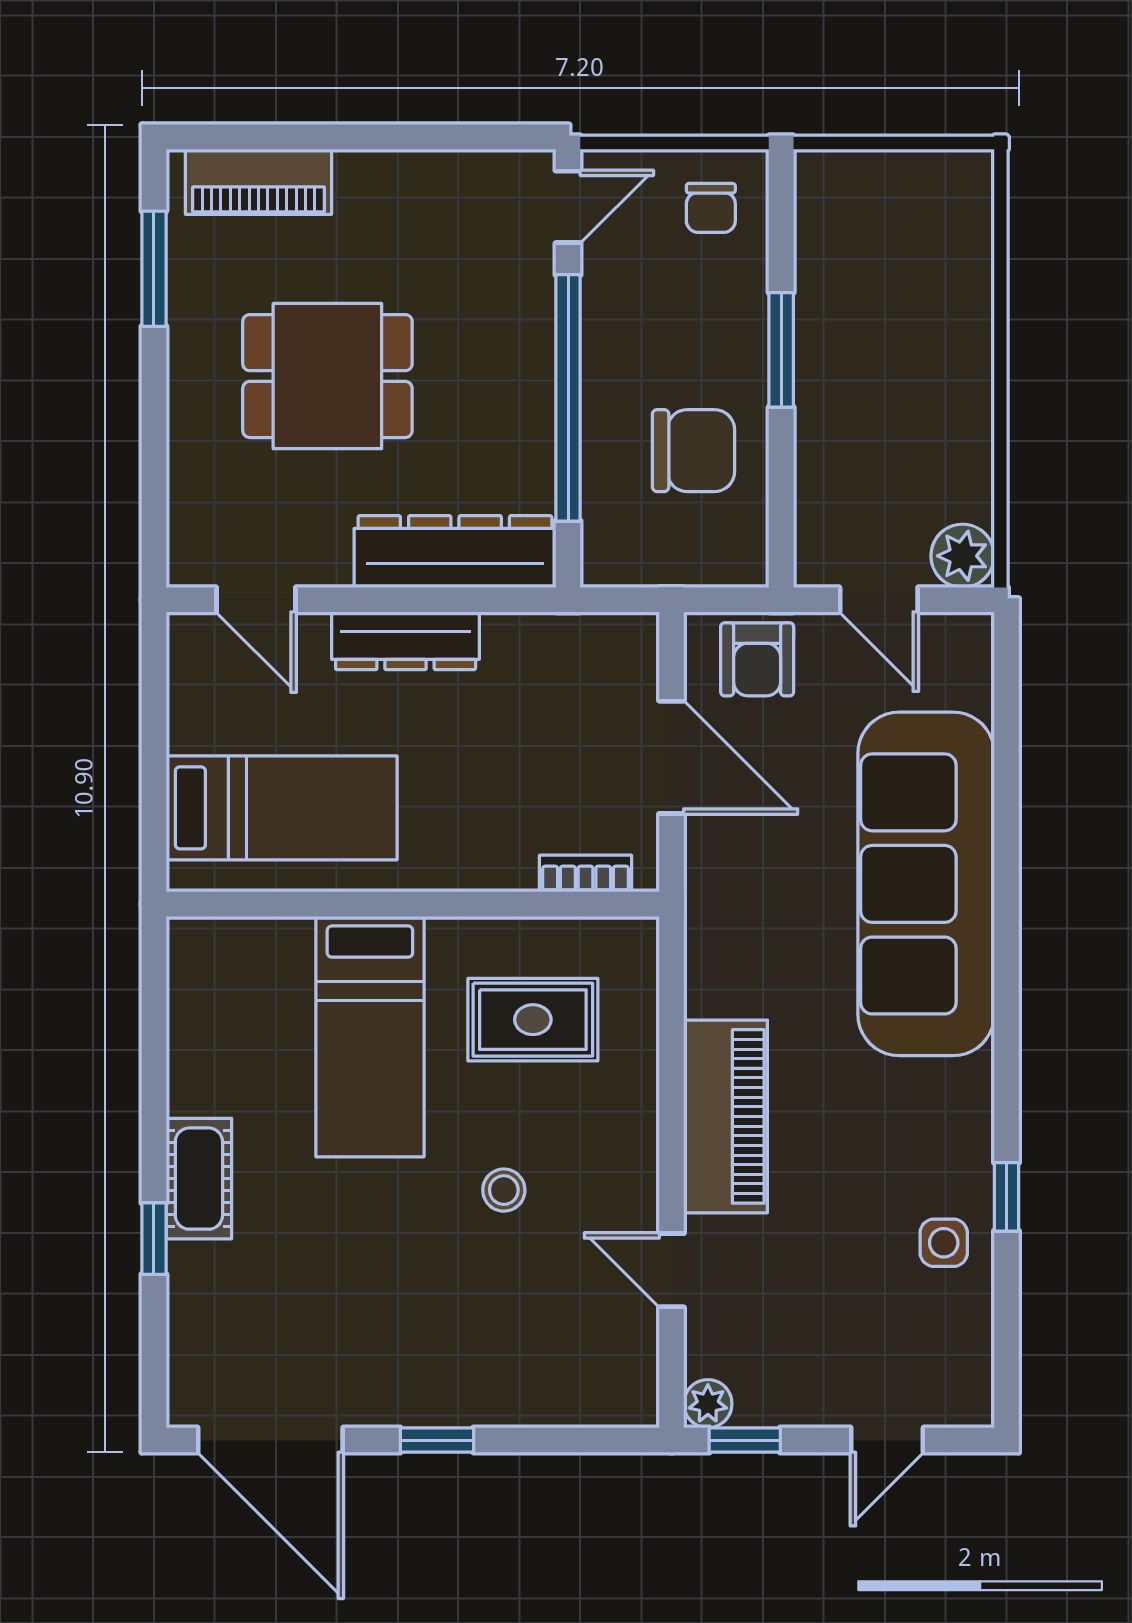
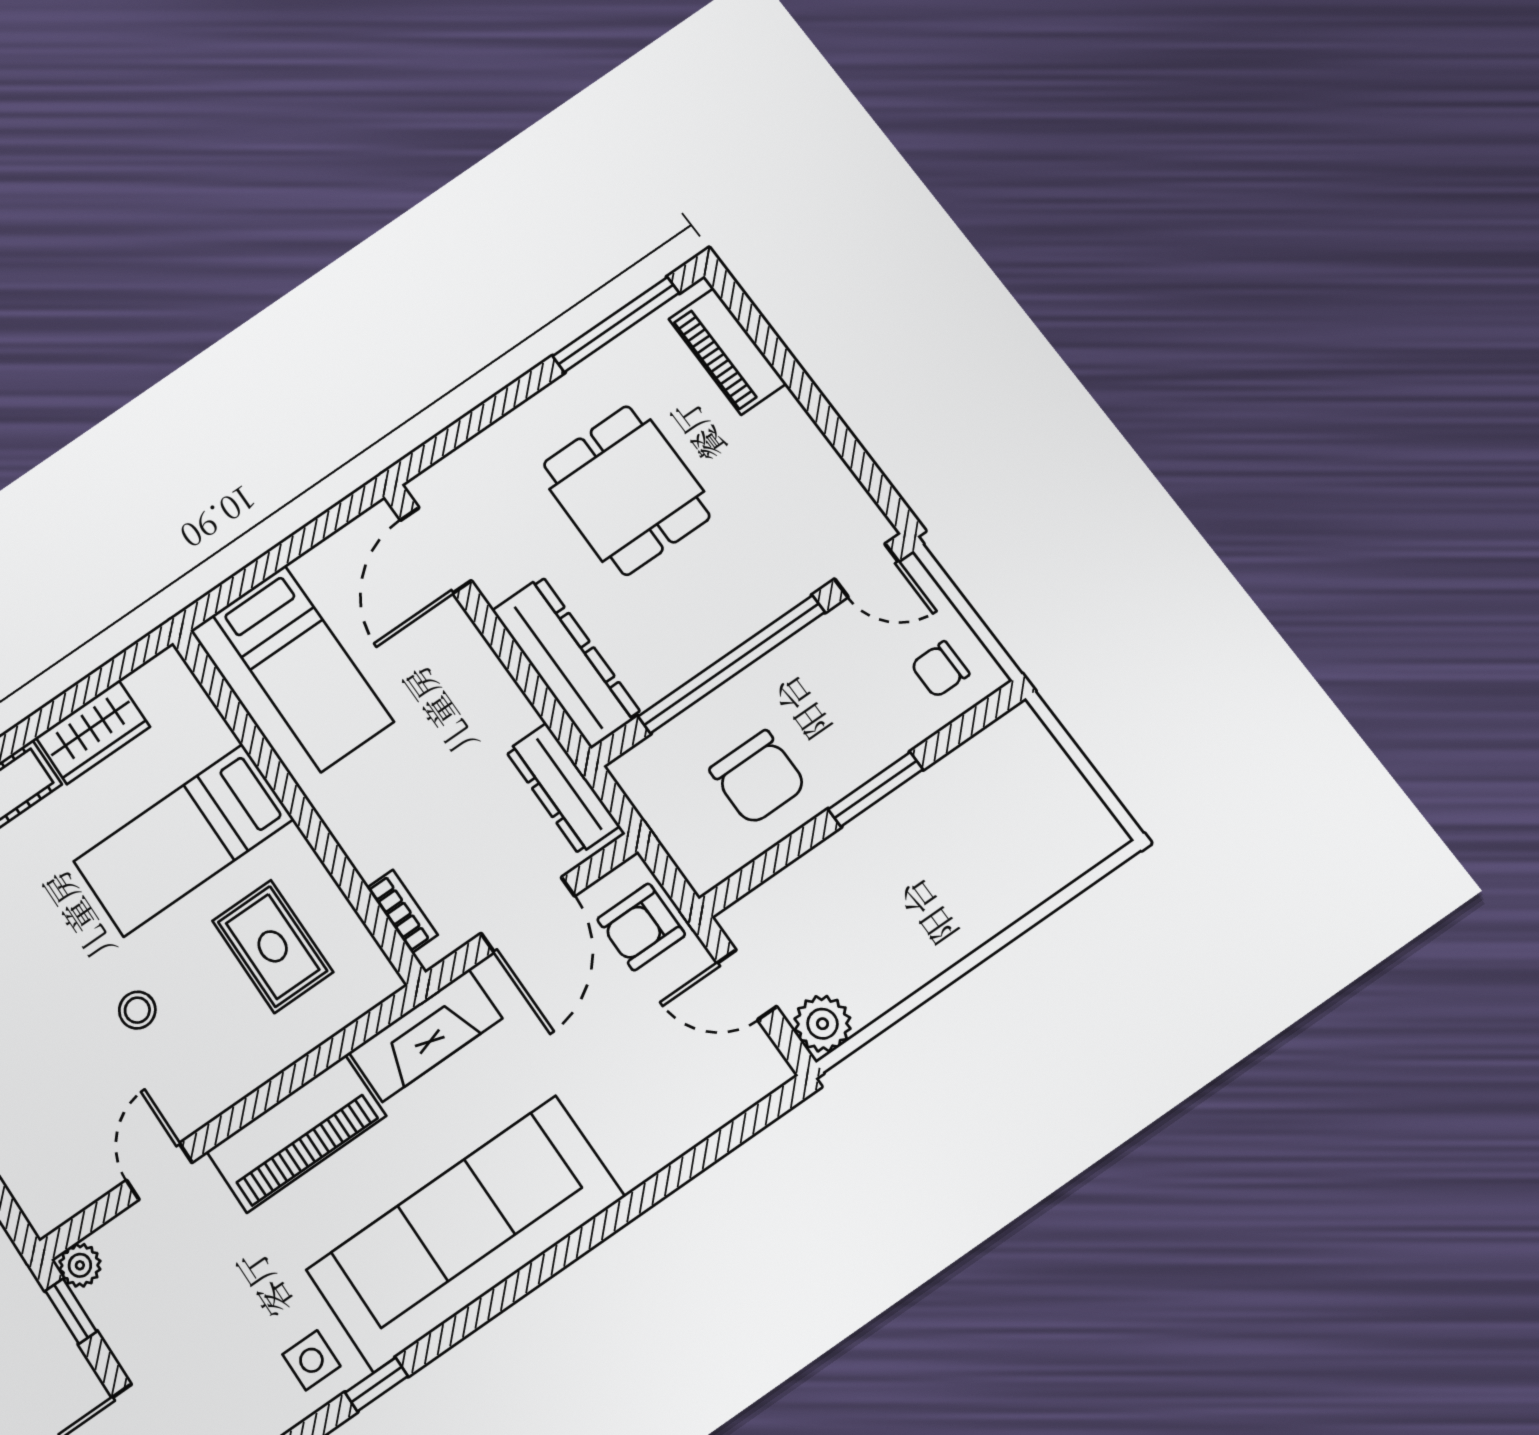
window: (154, 269) -> (616, 325), width x1.44
door: (256, 600) -> (436, 550), width x1.38
door: (879, 600) -> (747, 985), hinge flipped
dresser: (406, 641) -> (563, 789), moved
sofa: (926, 884) -> (465, 1233), moved
fireplace: (718, 932) -> (426, 1035), added
wardrobe: (201, 1054) -> (93, 732), added

